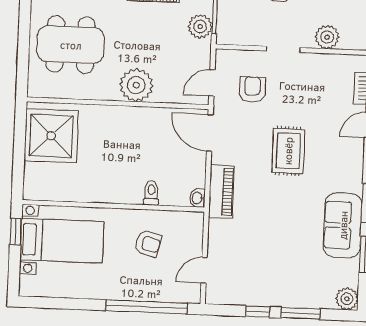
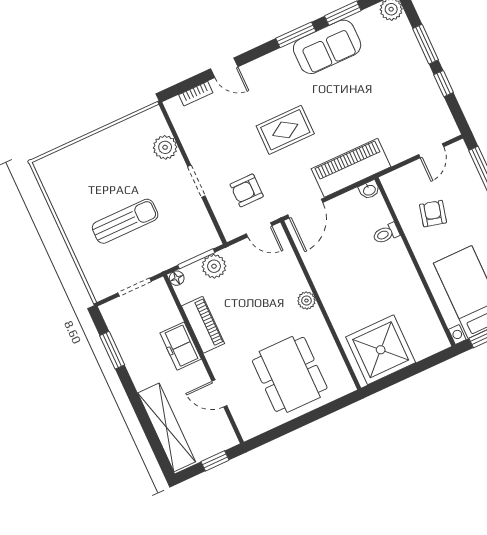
plant: (136, 85) -> (306, 301), width x0.53, depth x0.53
piano: (221, 192) -> (351, 168), width x1.37, depth x1.33
door: (204, 270) -> (431, 151), hinge flipped

